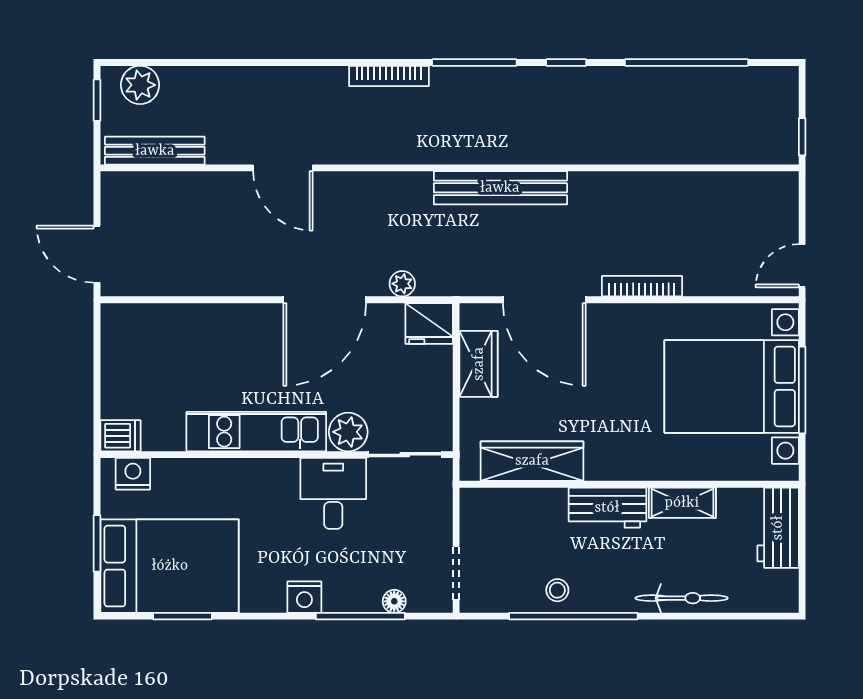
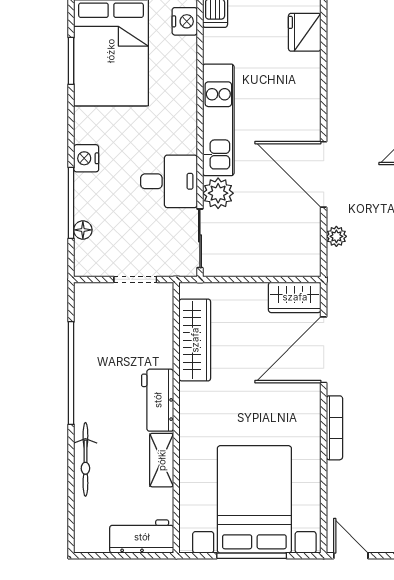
fridge: (429, 323) -> (305, 32), moved
wardrobe: (479, 364) -> (295, 297), moved
doorway: (456, 573) -> (135, 279), moved
stool: (557, 590) -> (92, 360), removed

